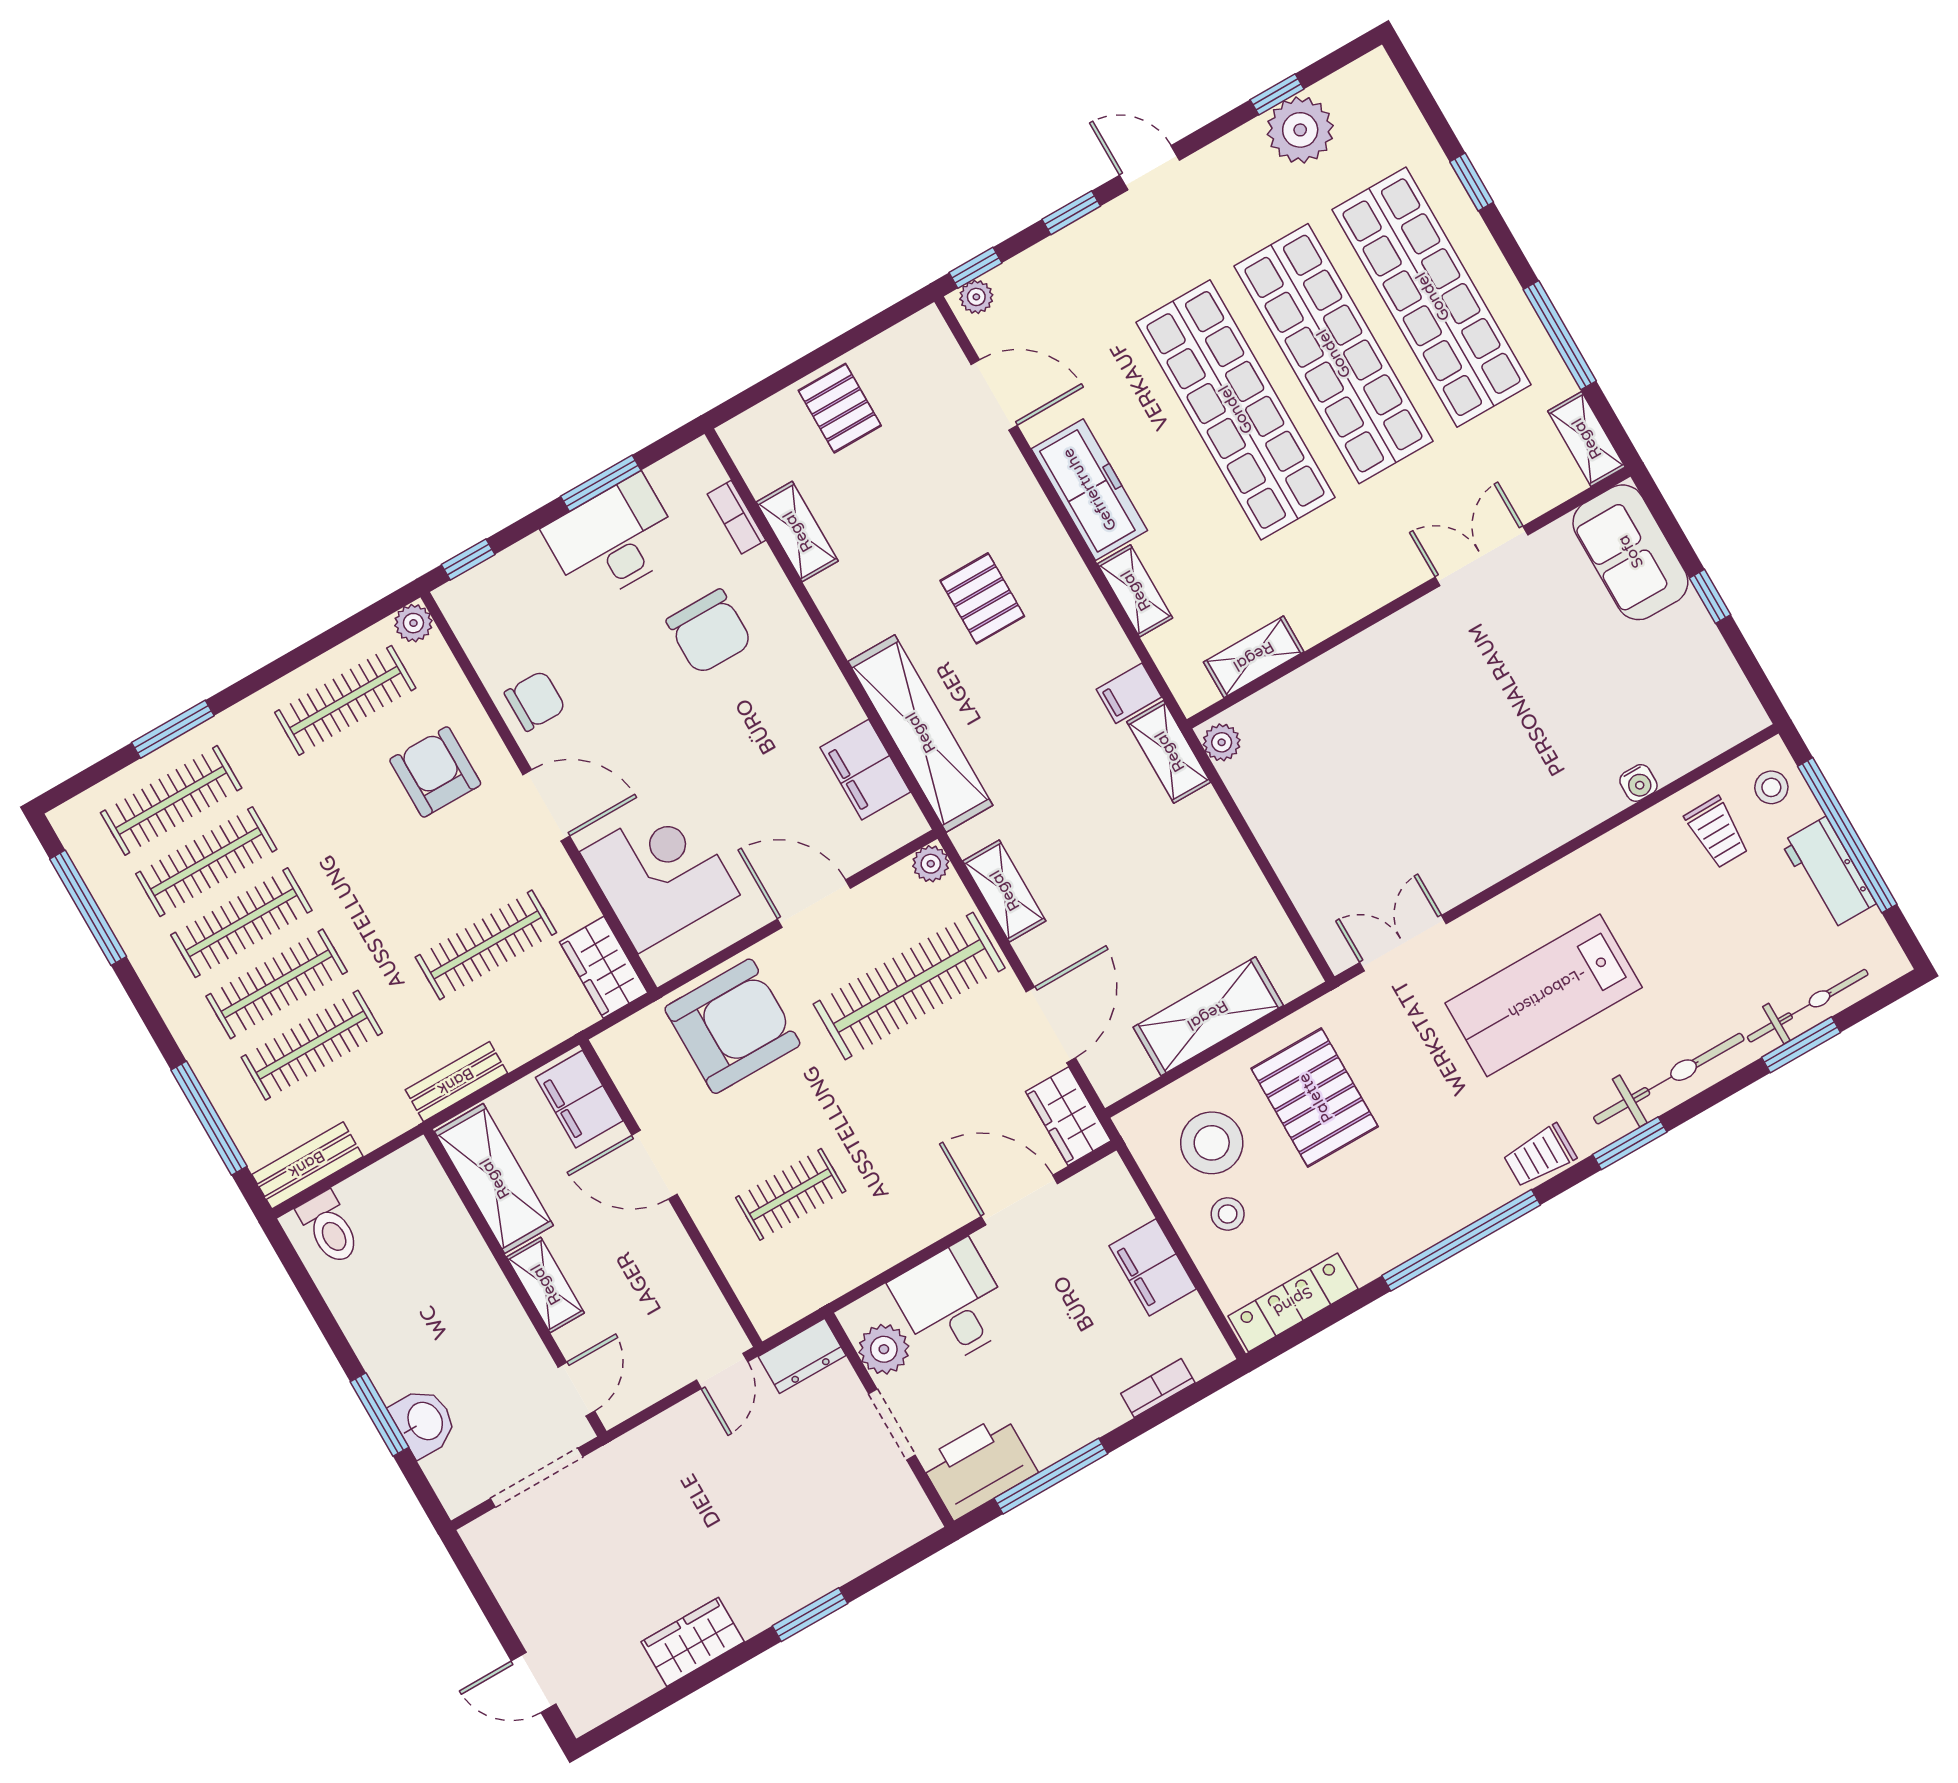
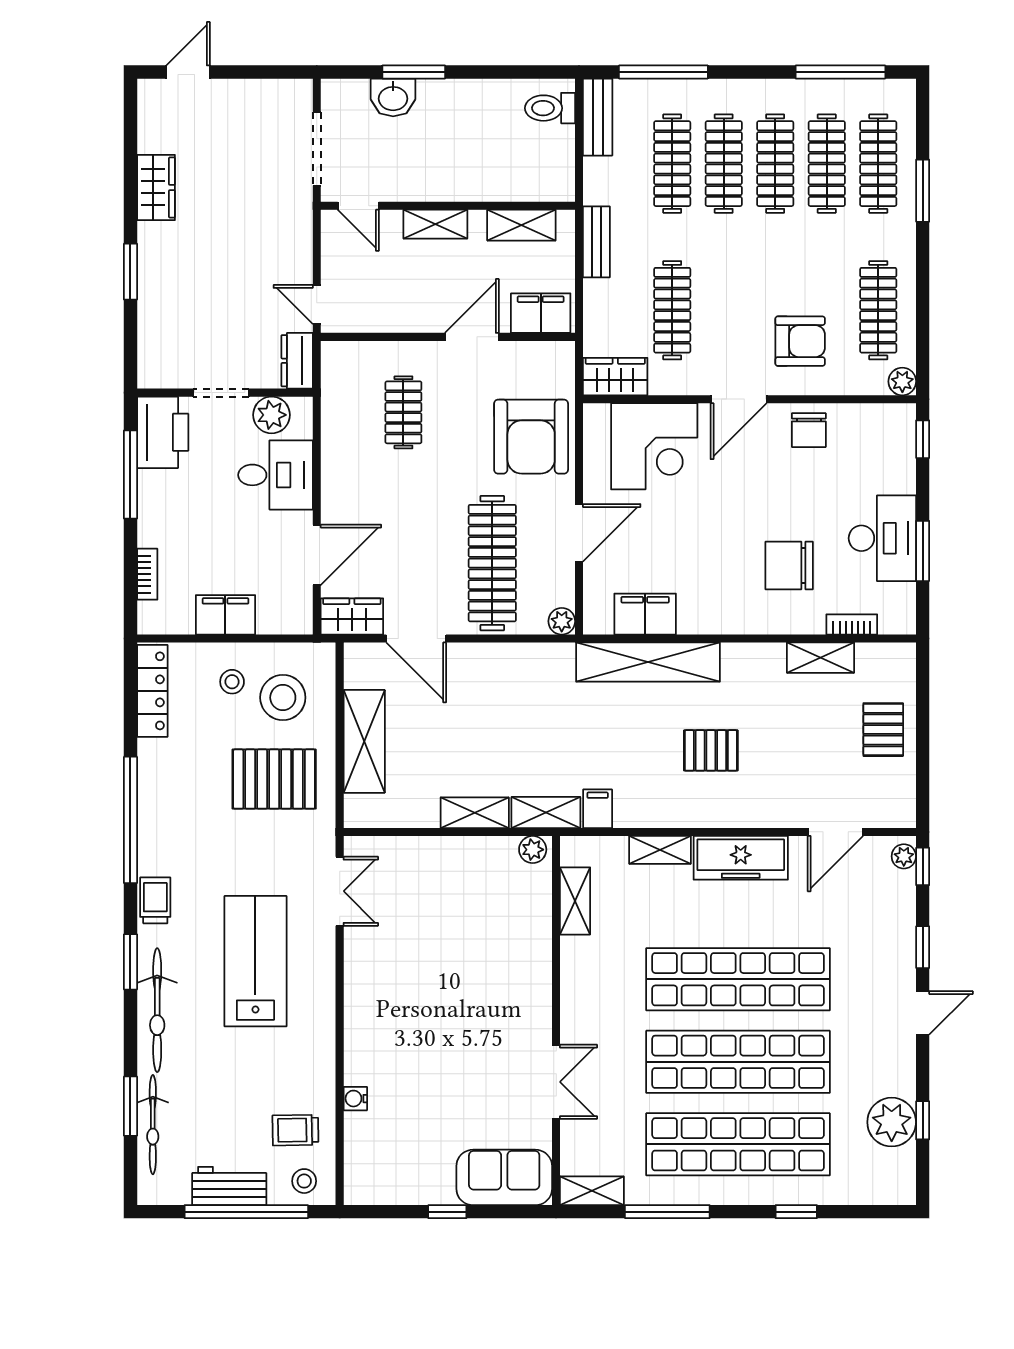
pallet: (840, 408) -> (883, 730), turned 90
shelving: (1004, 891) -> (475, 813), moved
shelving: (494, 1179) -> (521, 225), width x0.67, depth x0.75

